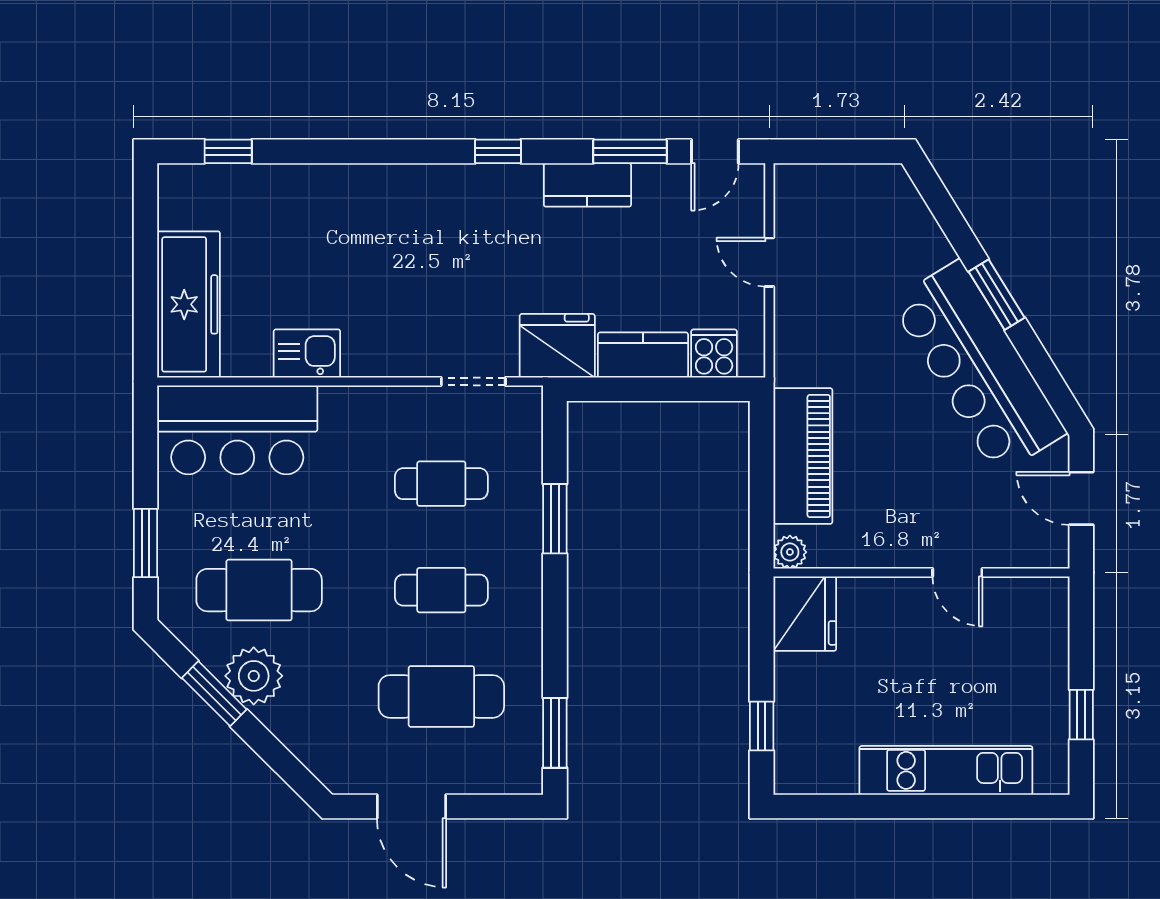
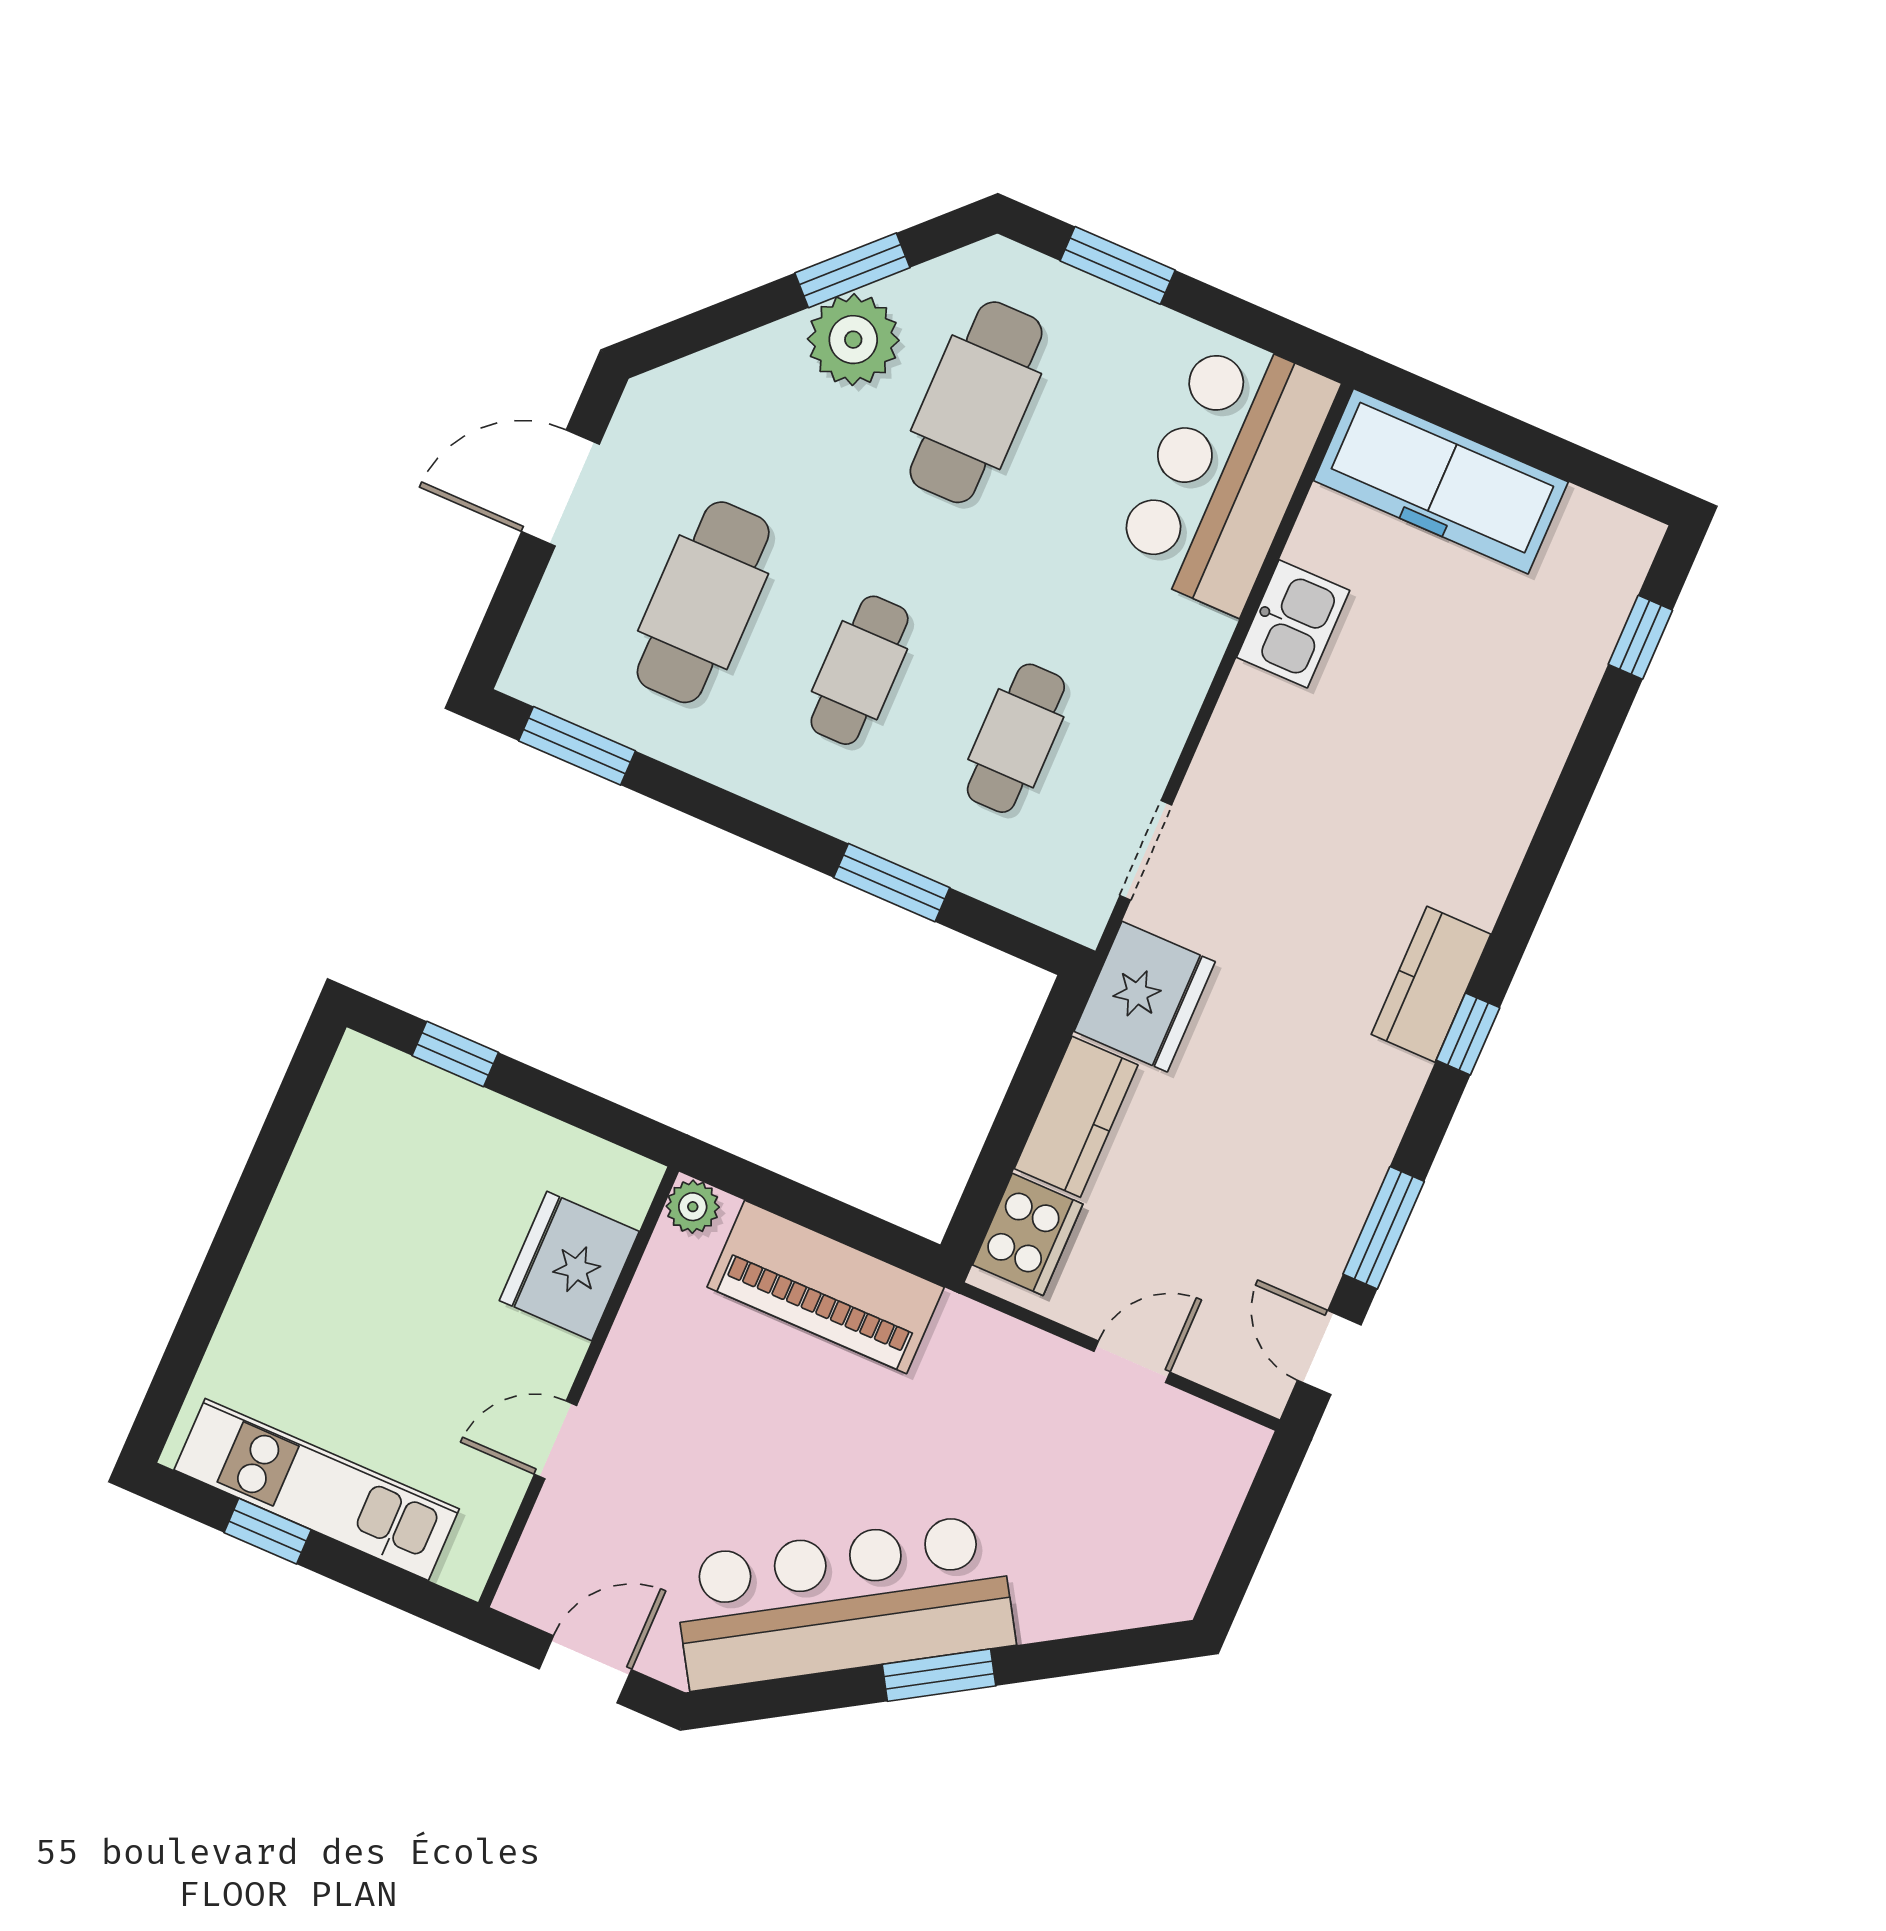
kitchen counter: (587, 185) -> (1431, 984), moved
cooker: (714, 353) -> (1028, 1234), width x1.36
fridge: (805, 614) -> (569, 1266), moved, turned 90
kitchen unit: (946, 770) -> (317, 1489), moved, turned -90

